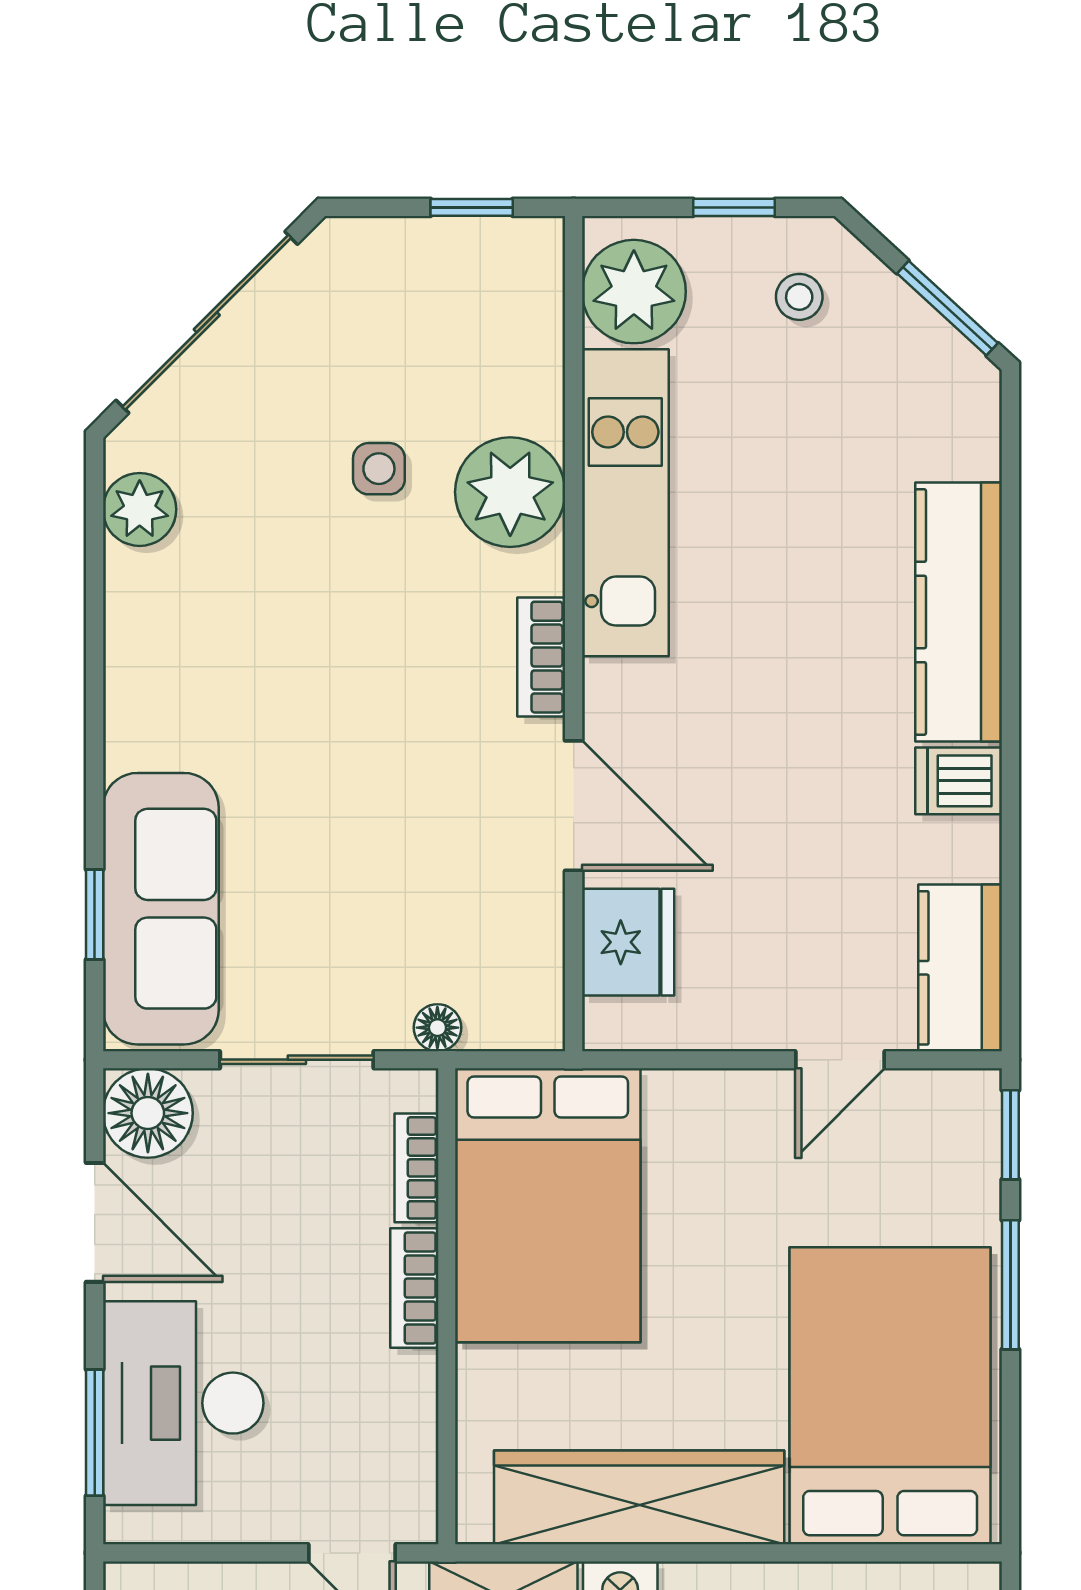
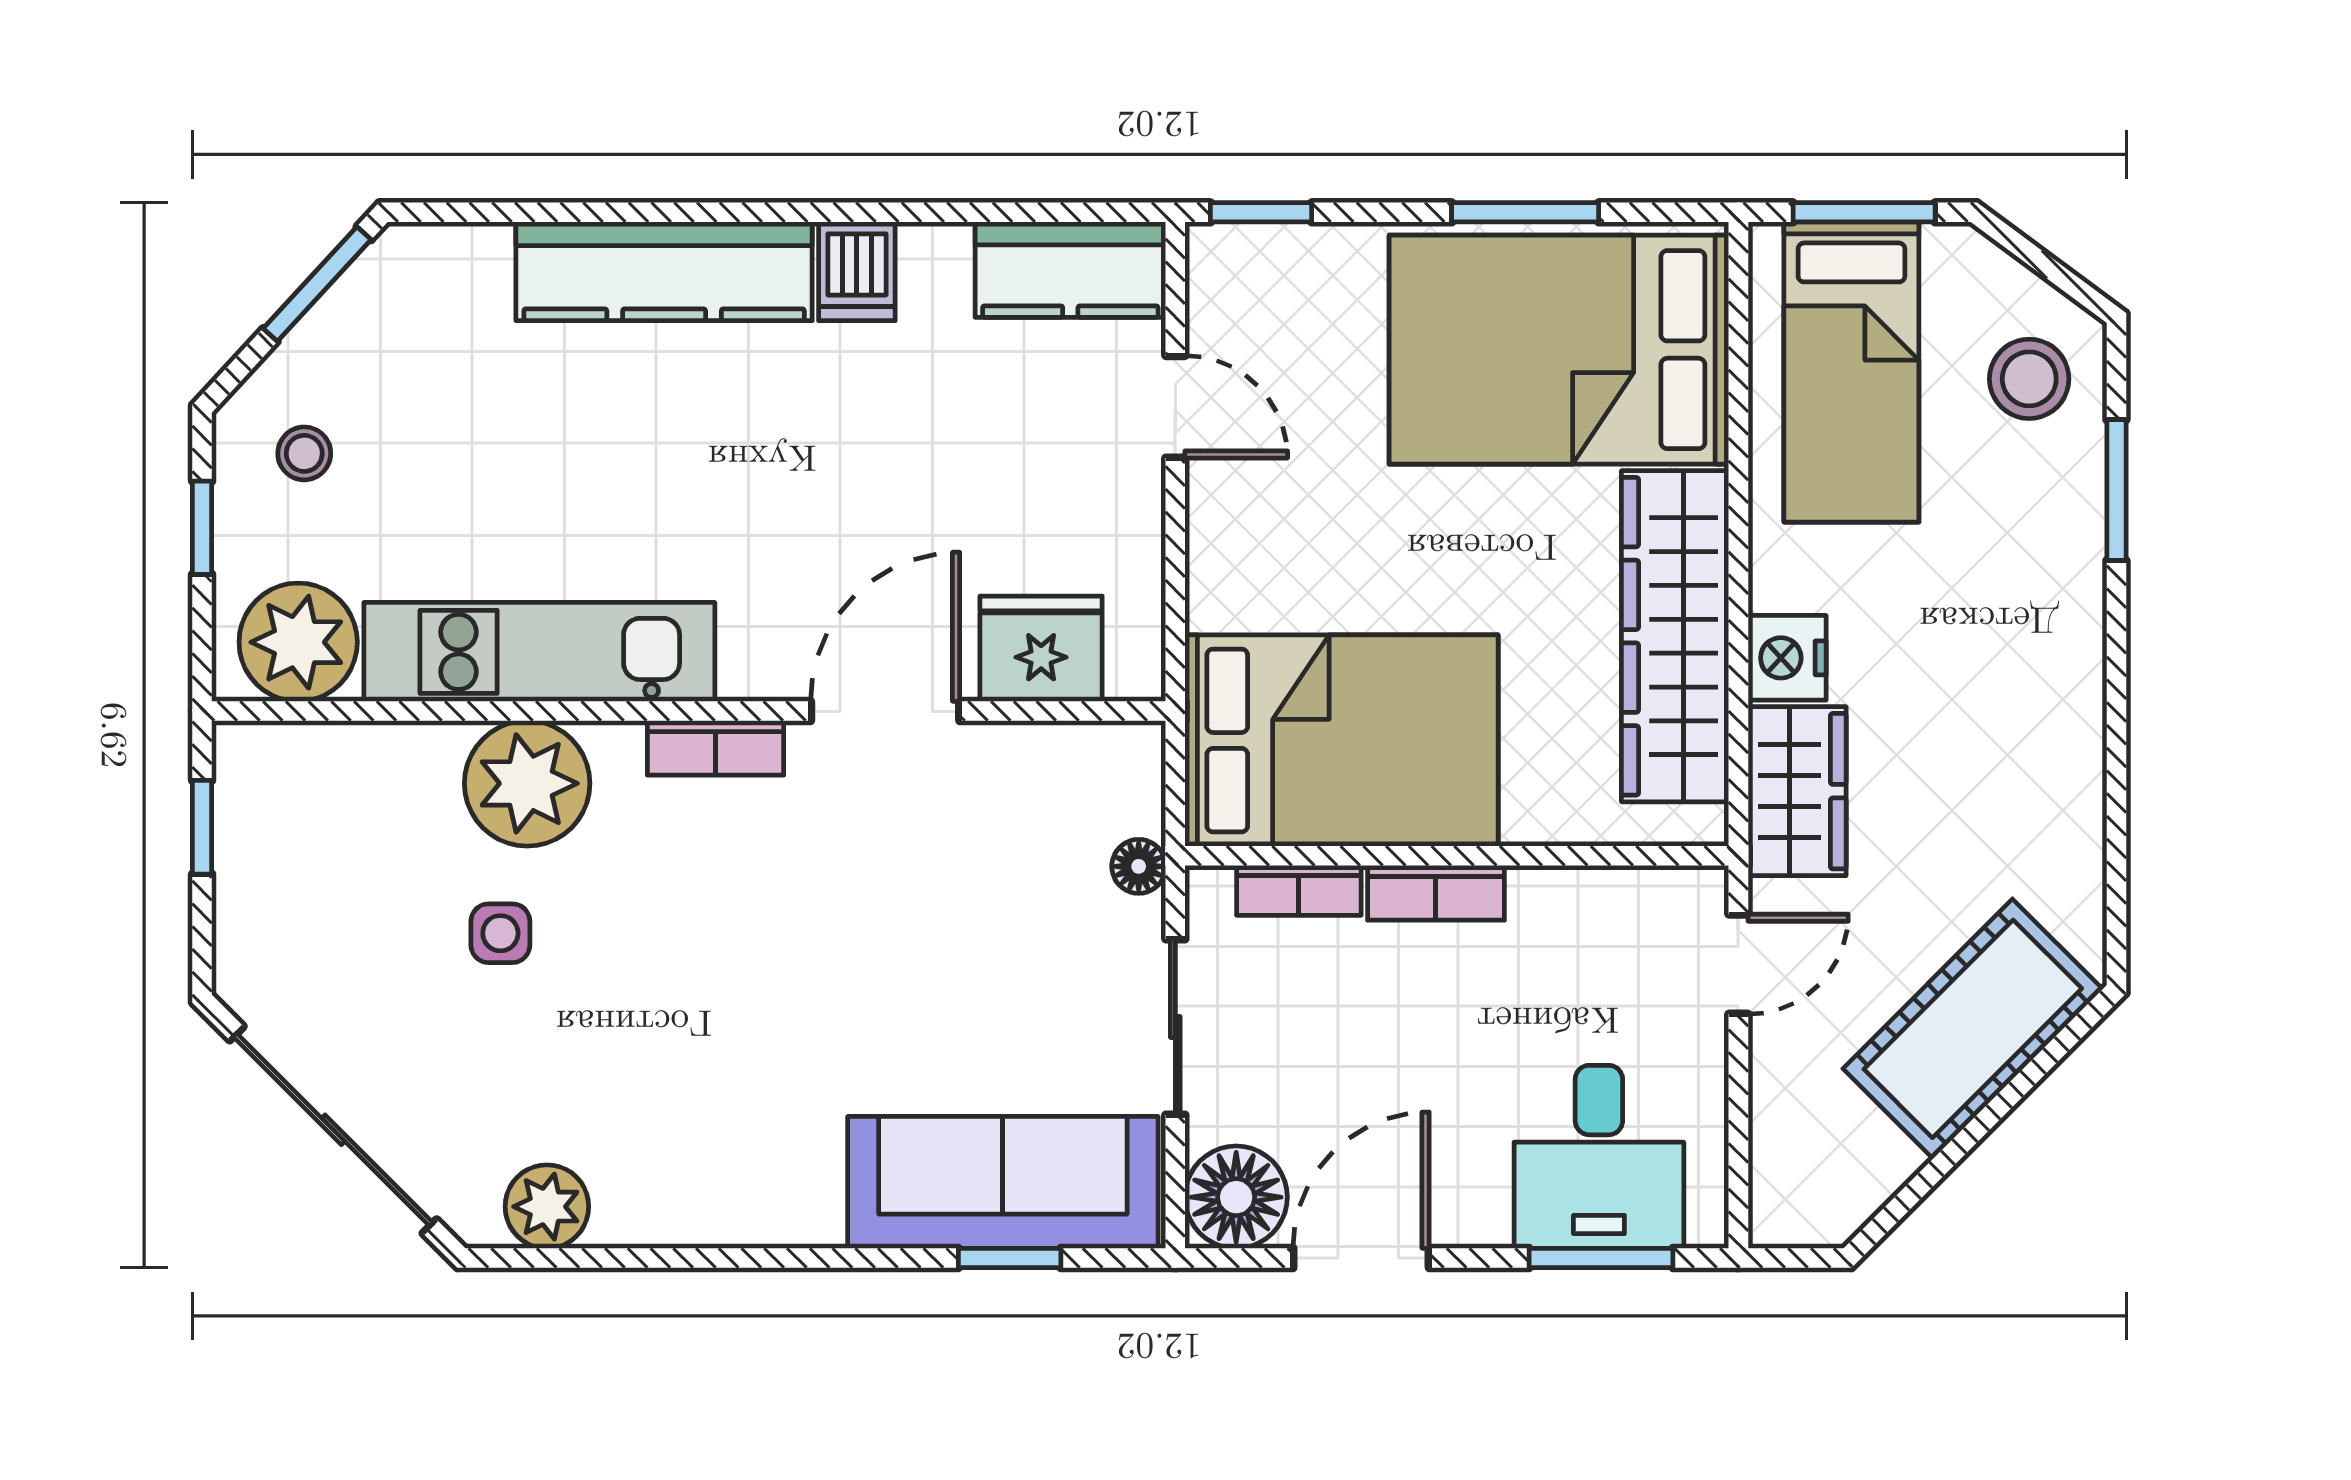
window: (1010, 1285) -> (1525, 212), moved
desk: (183, 1403) -> (1599, 1157), width x0.73

